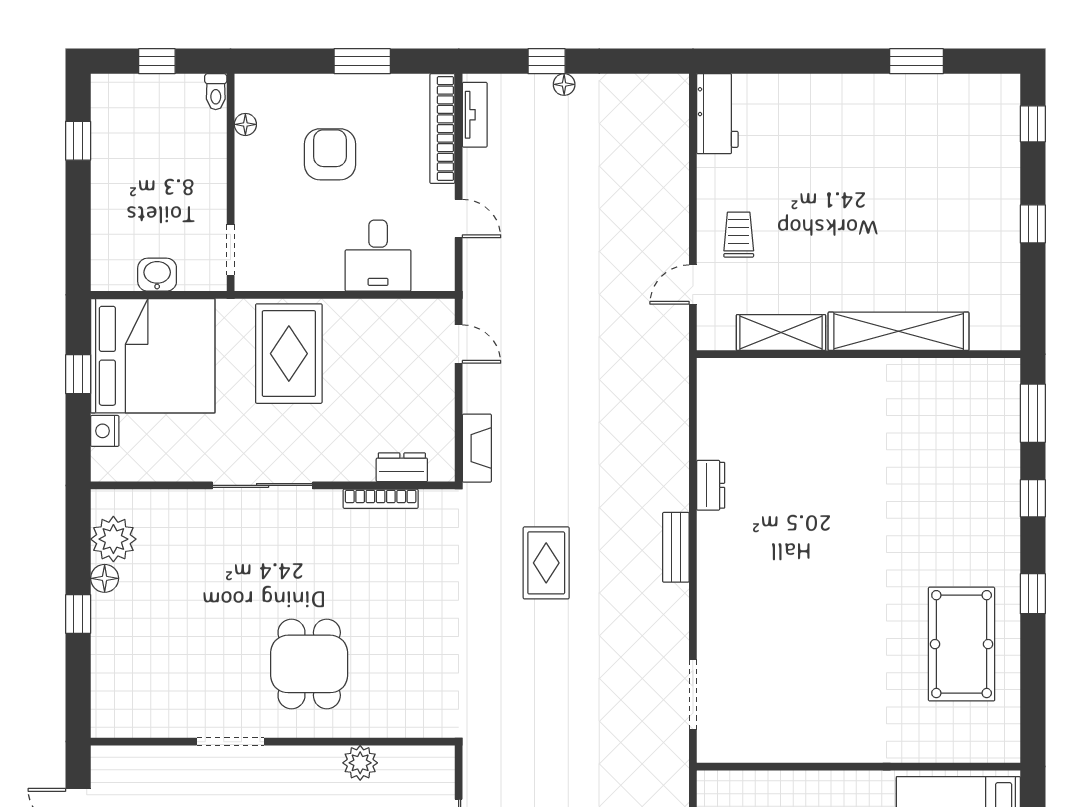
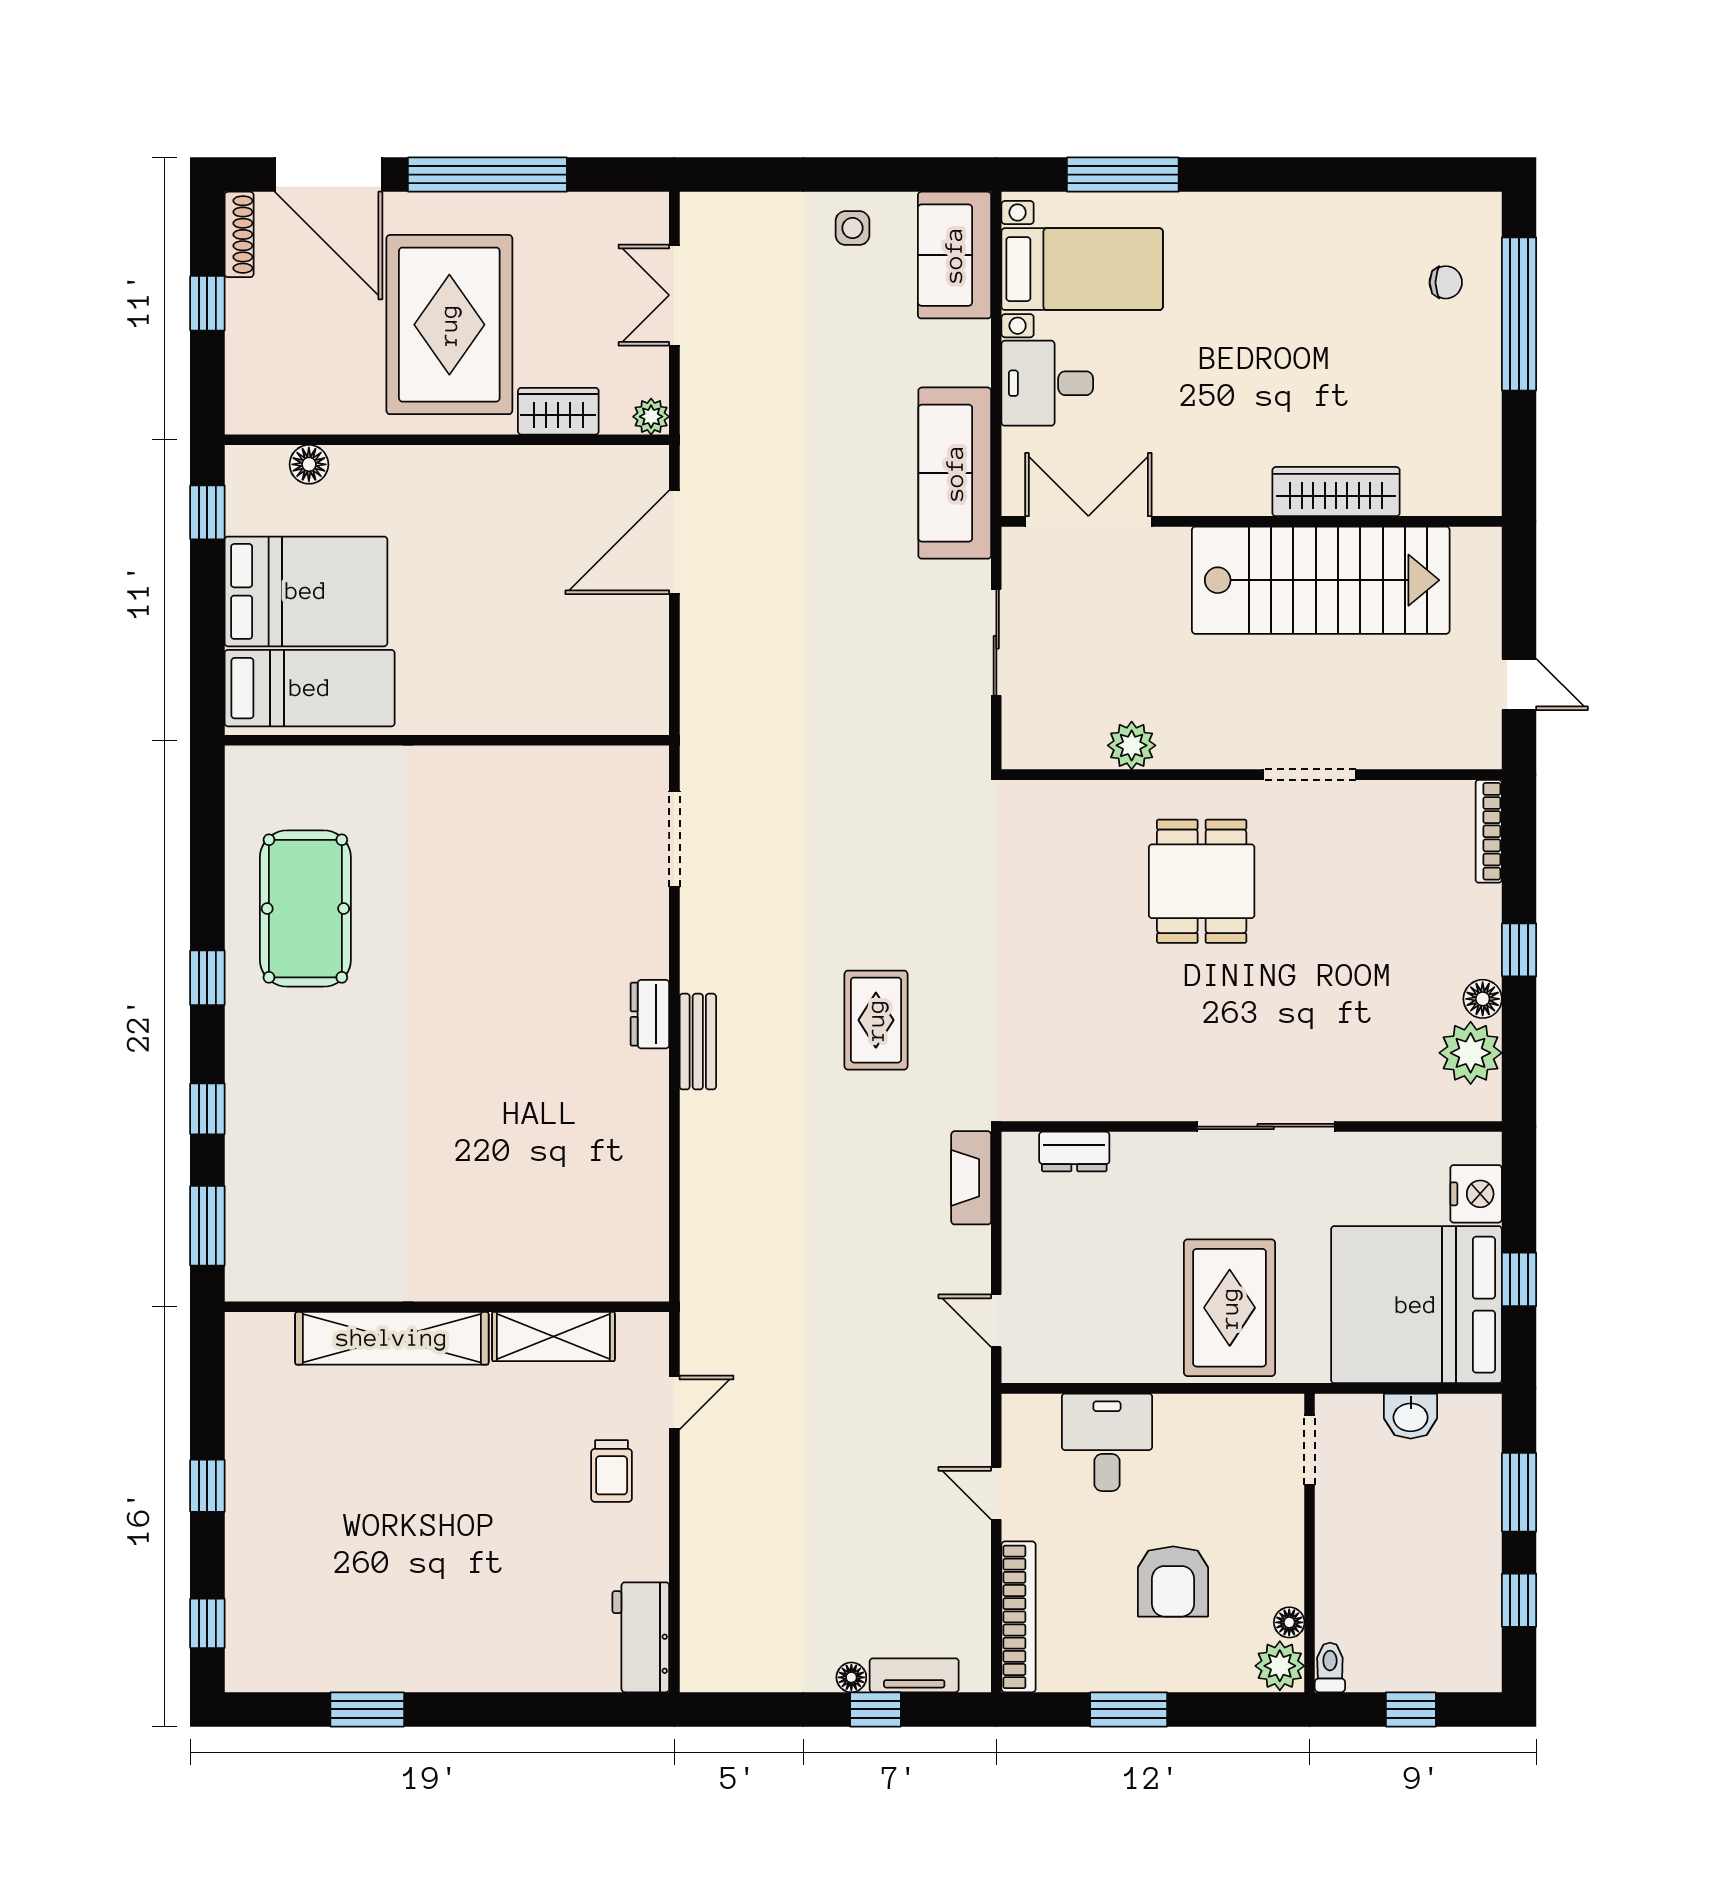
plant: (252, 93) -> (1280, 1666), added
tv unit: (475, 115) -> (914, 1675), moved, turned 90
window: (78, 219) -> (1519, 1492), added
nightstand: (105, 431) -> (1476, 1194), width x1.36, depth x1.33
dresser: (711, 485) -> (650, 1014), moved
bookcase: (381, 499) -> (1489, 831), moved, turned -90

